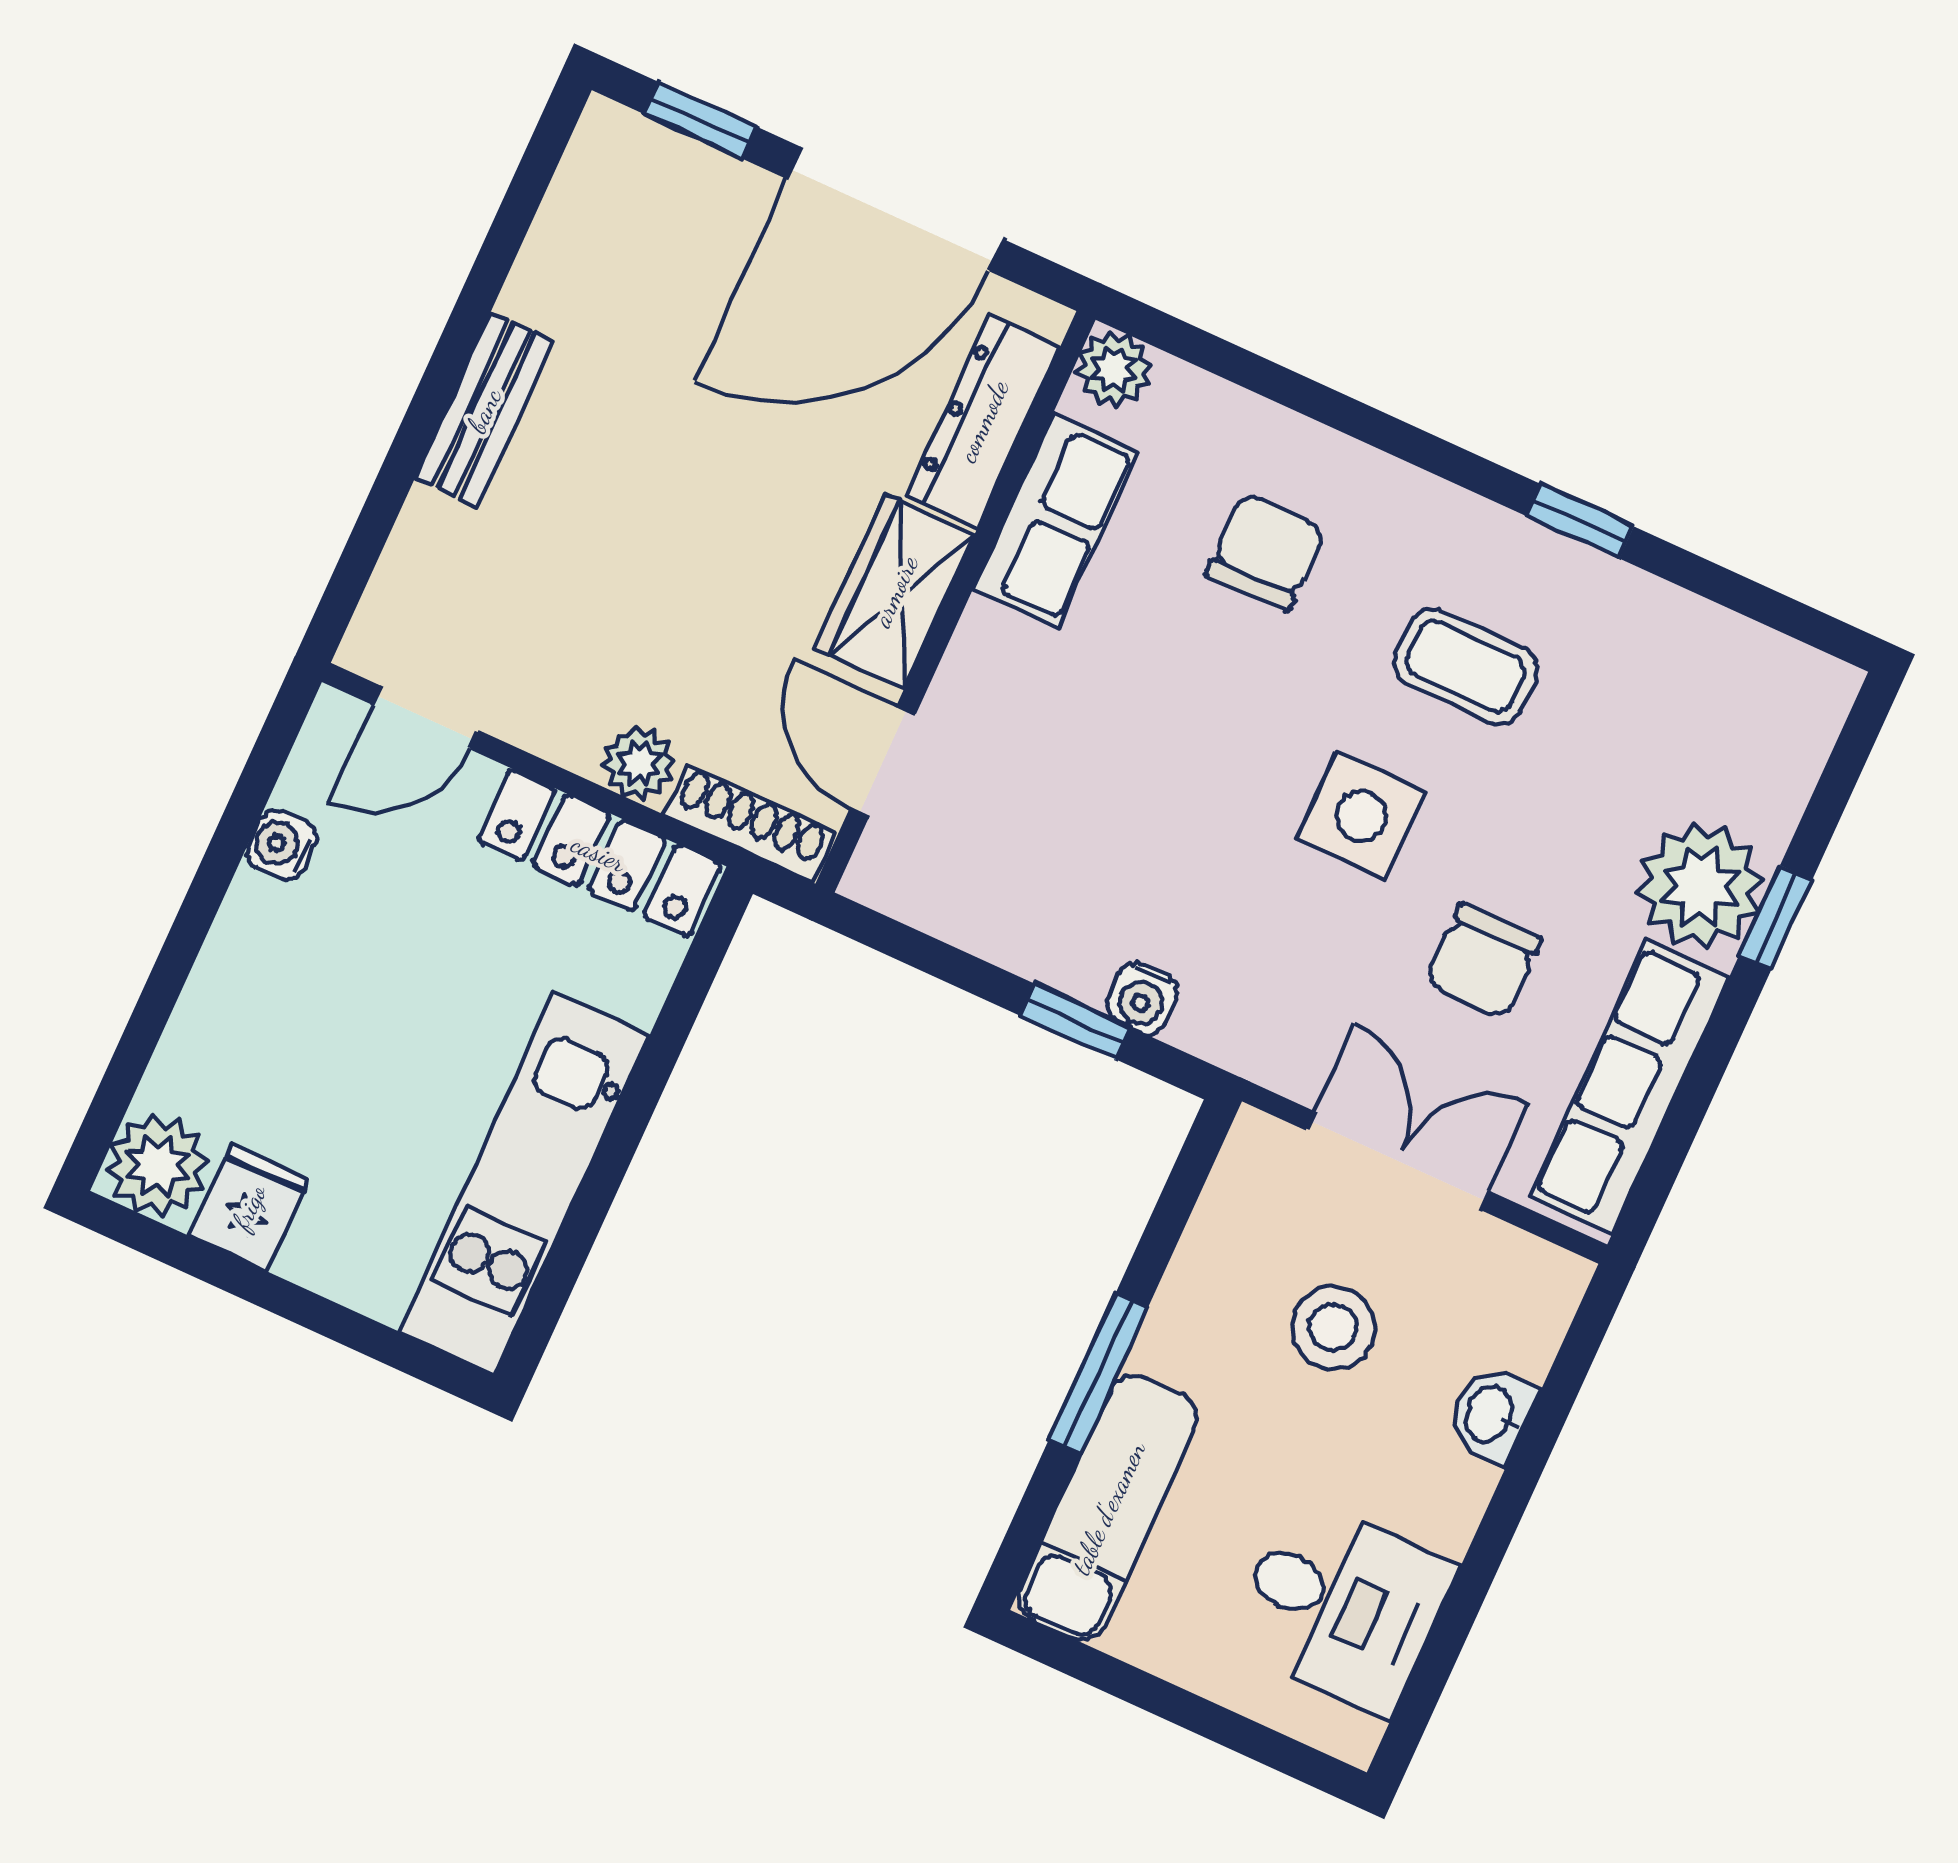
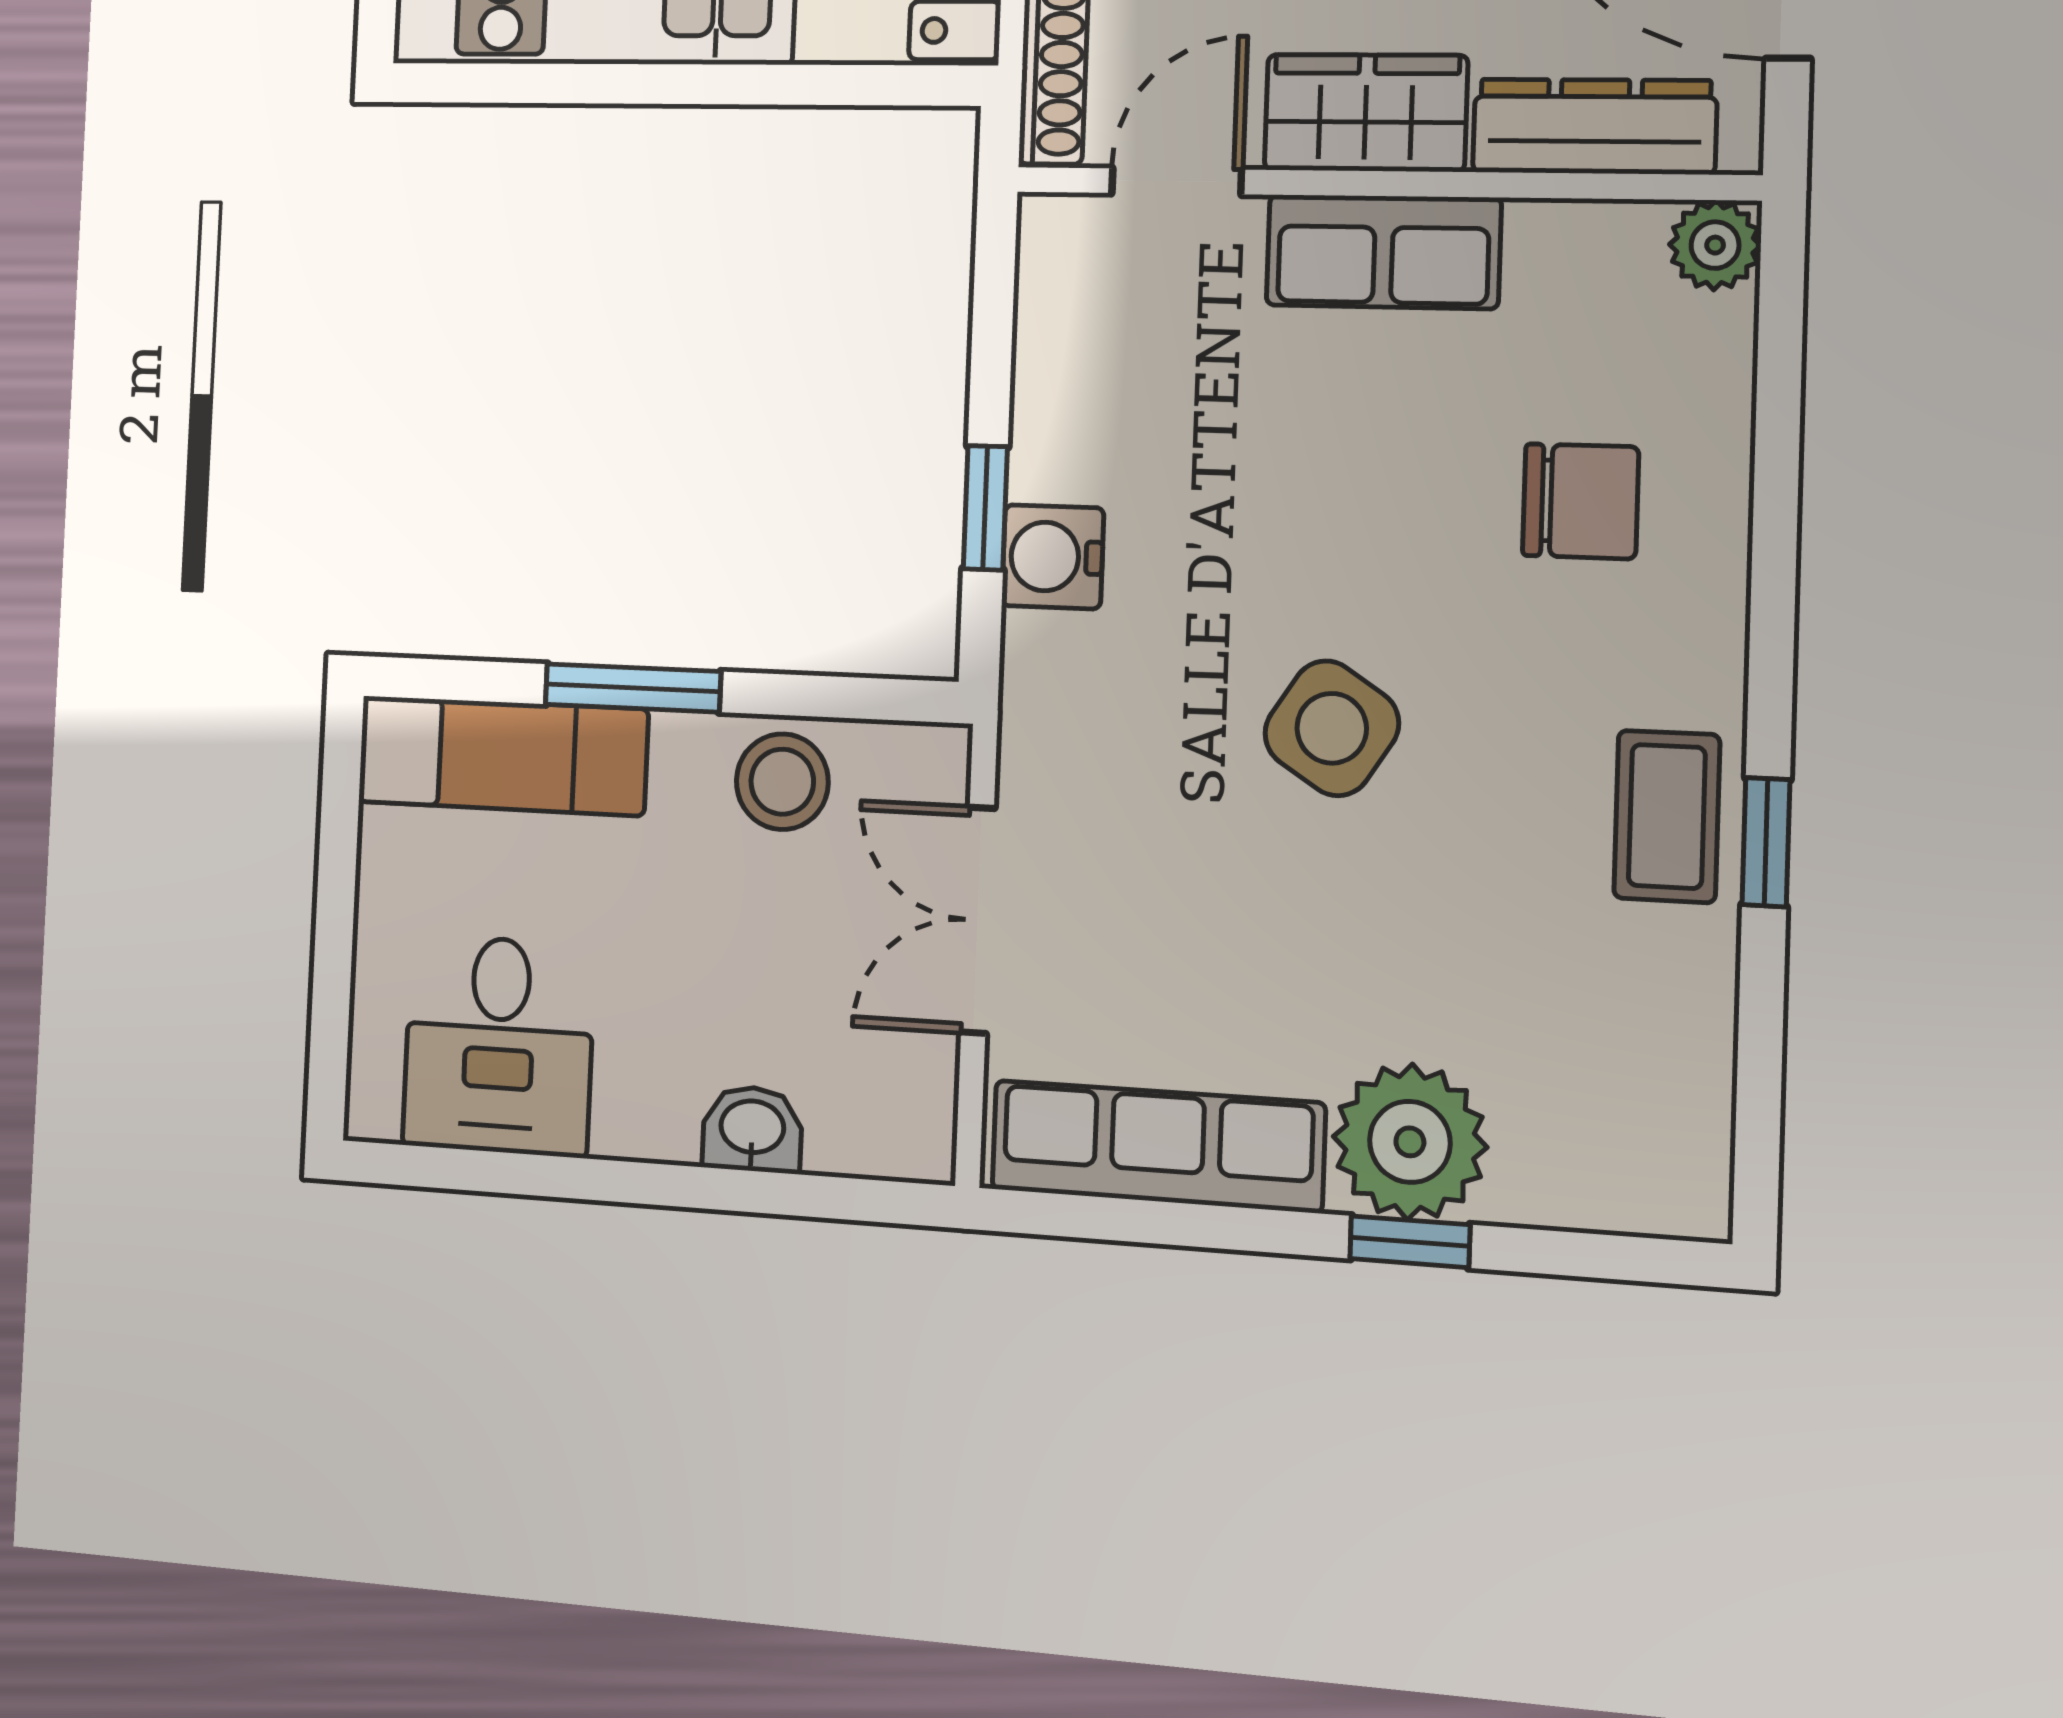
row of seats: (1056, 520) -> (1383, 252), moved
coffee table: (1466, 666) -> (1667, 816), moved
side table: (1361, 816) -> (1332, 728), turned 33
chair: (1483, 961) -> (1228, 929), removed
water cooler: (1143, 998) -> (1053, 557), width x1.38, depth x1.38
double door: (1398, 1161) -> (977, 920), swing flipped
stool: (1333, 1328) -> (782, 782), moved

